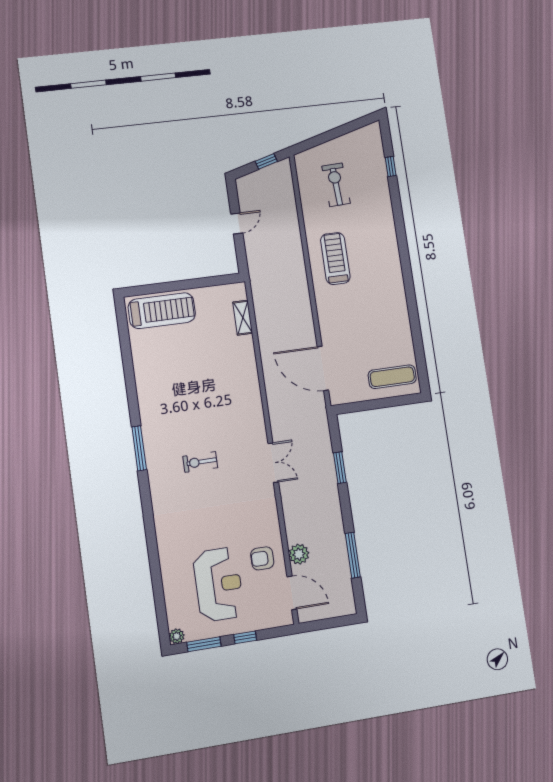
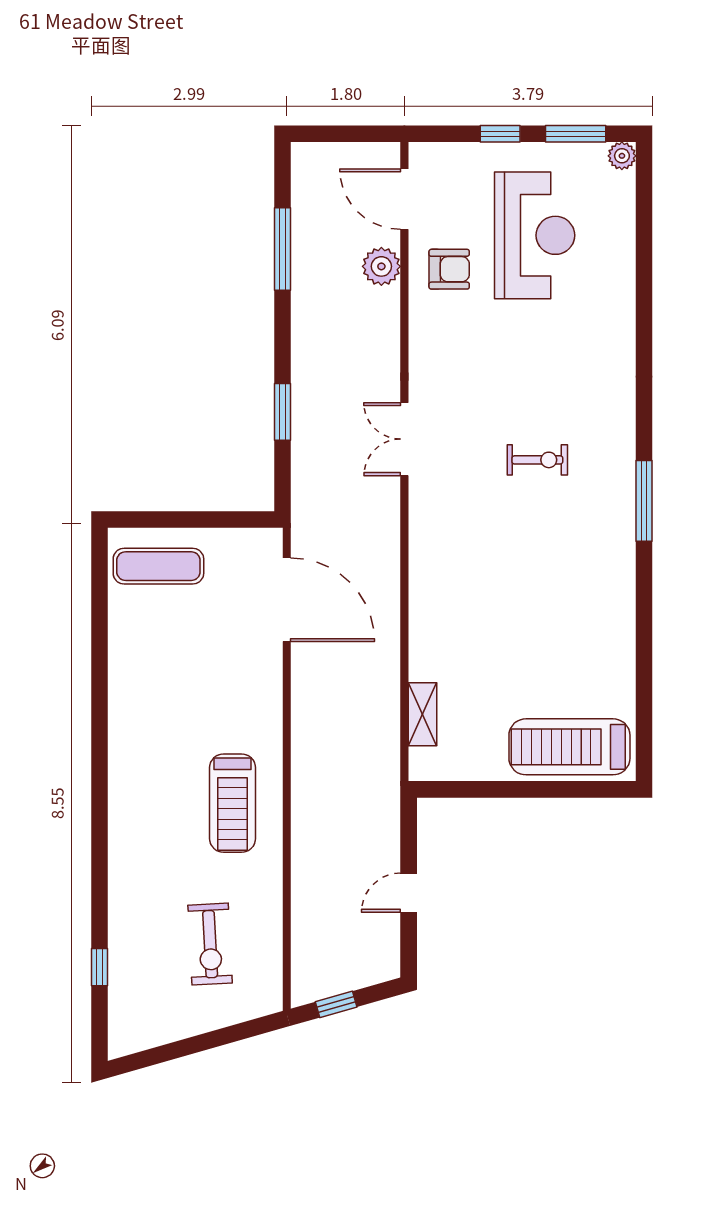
reception desk: (219, 584) -> (535, 235), turned 180

